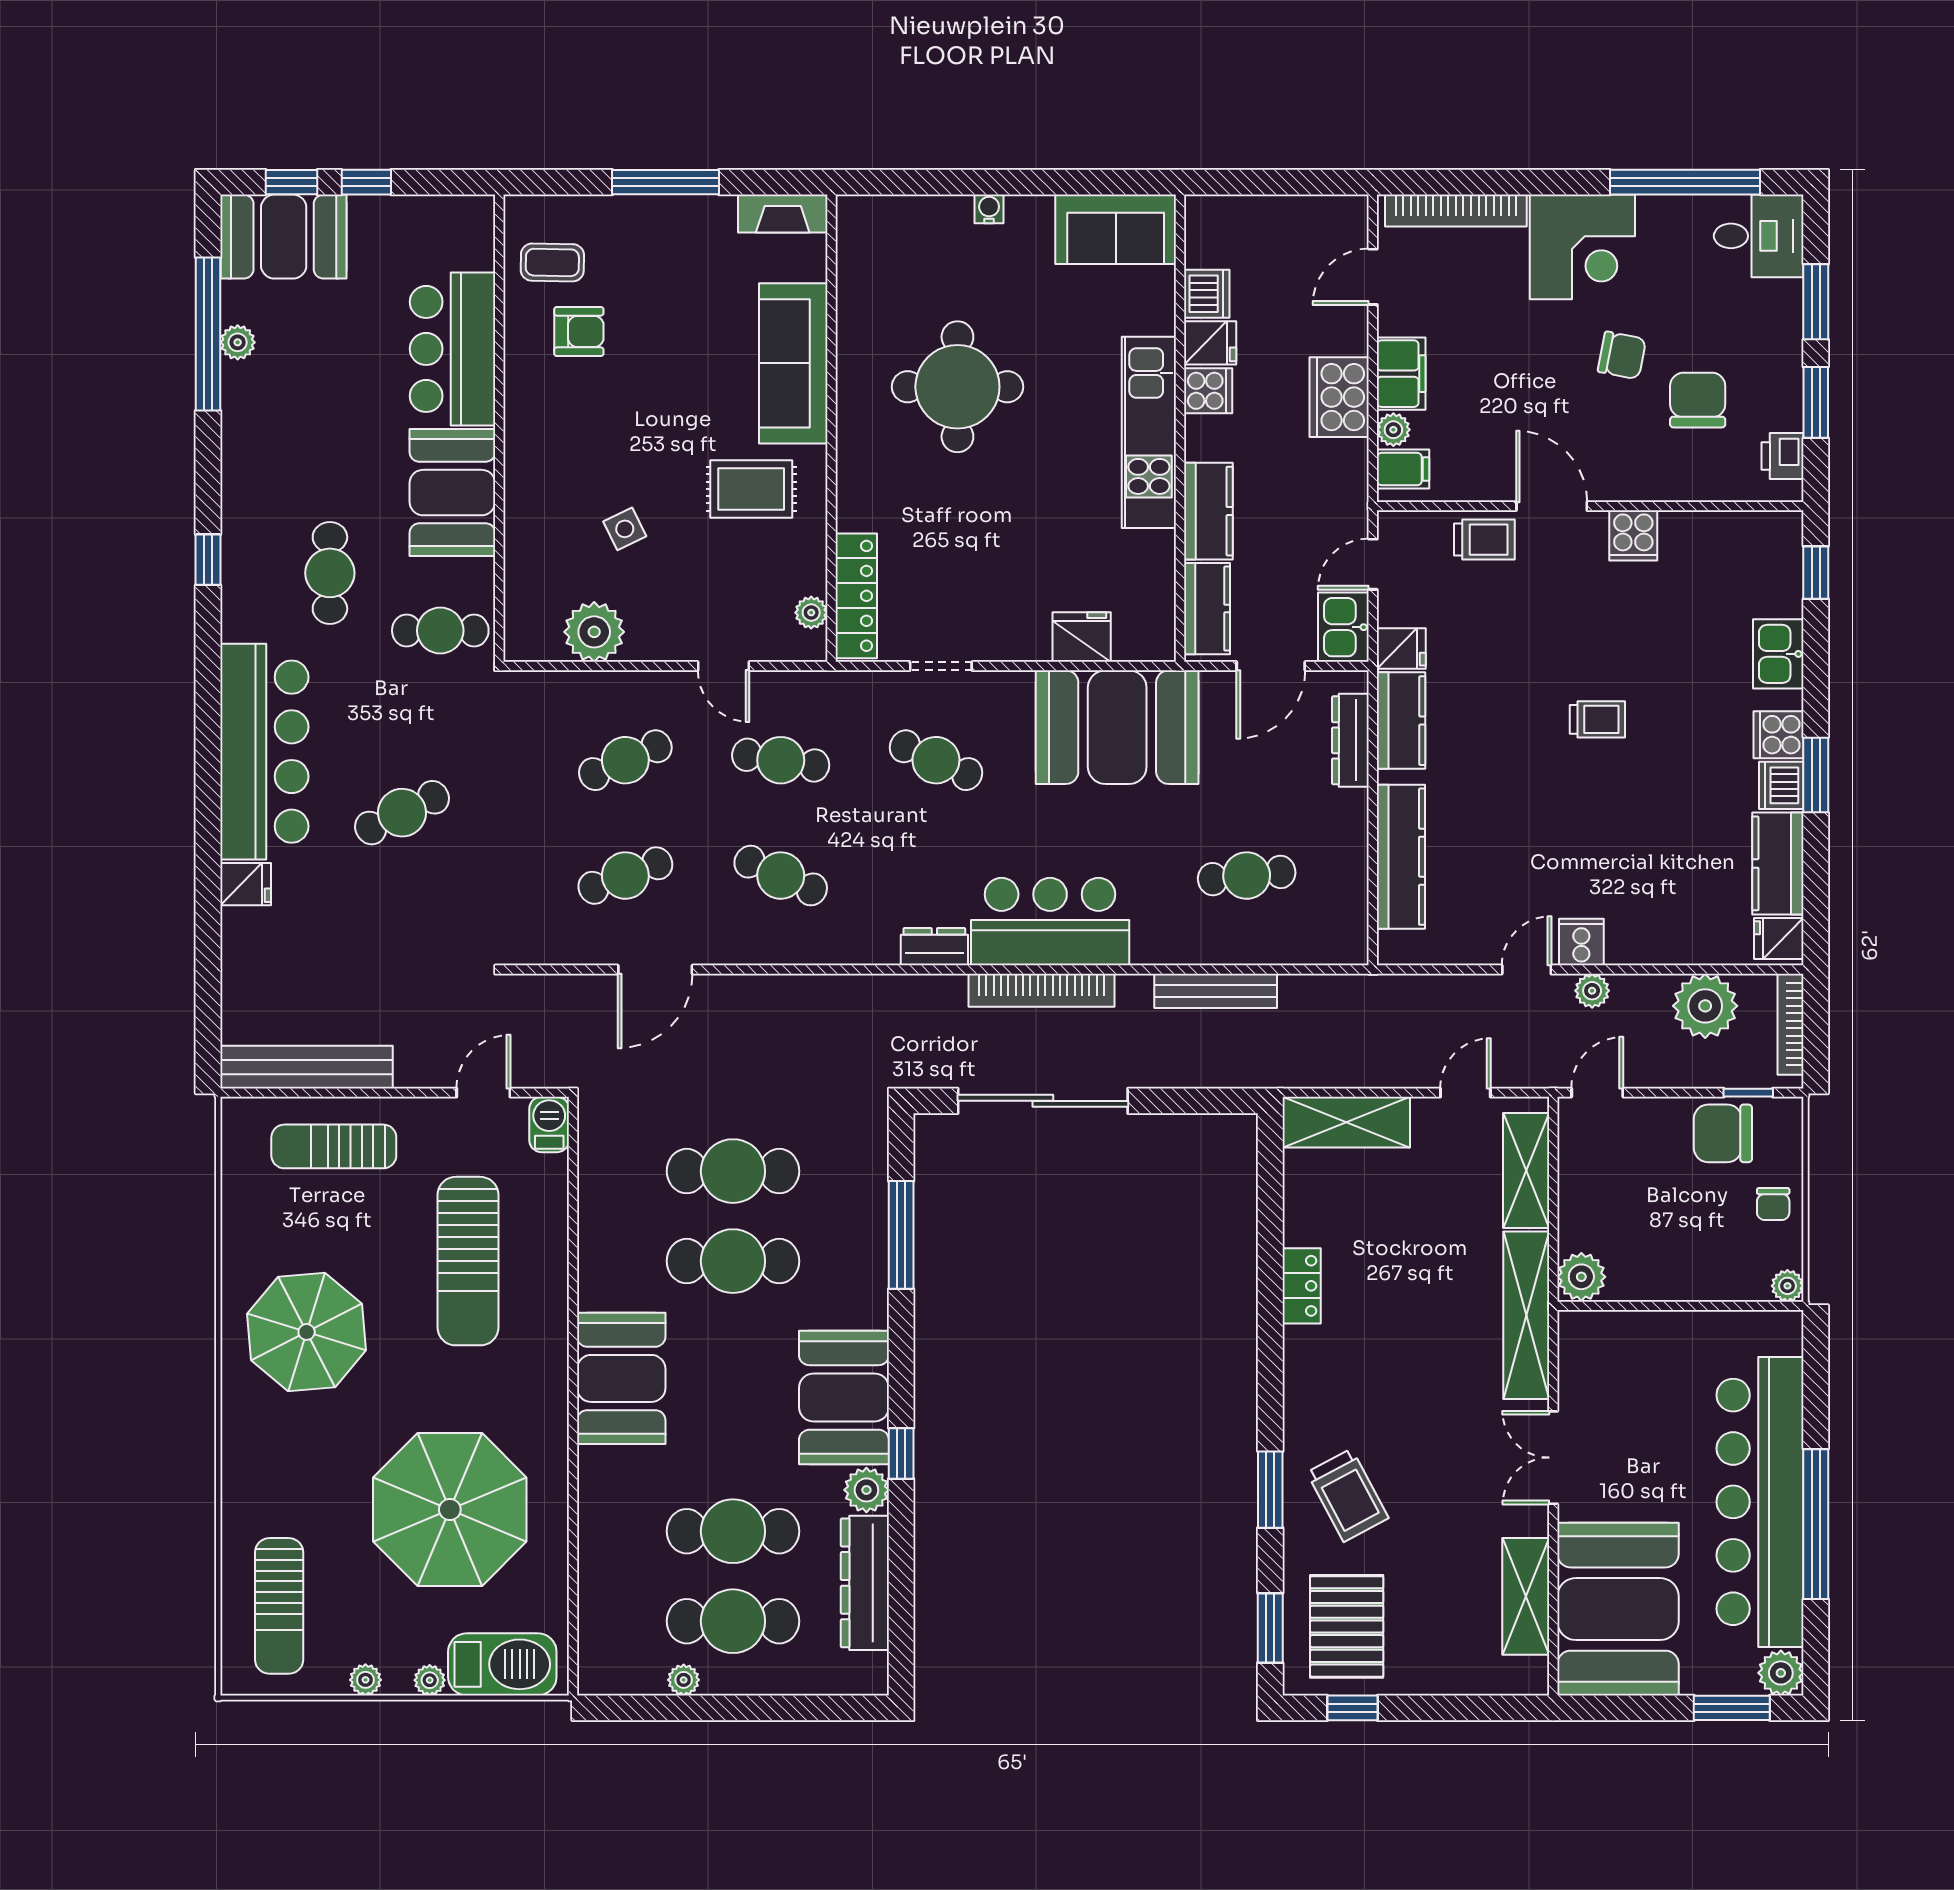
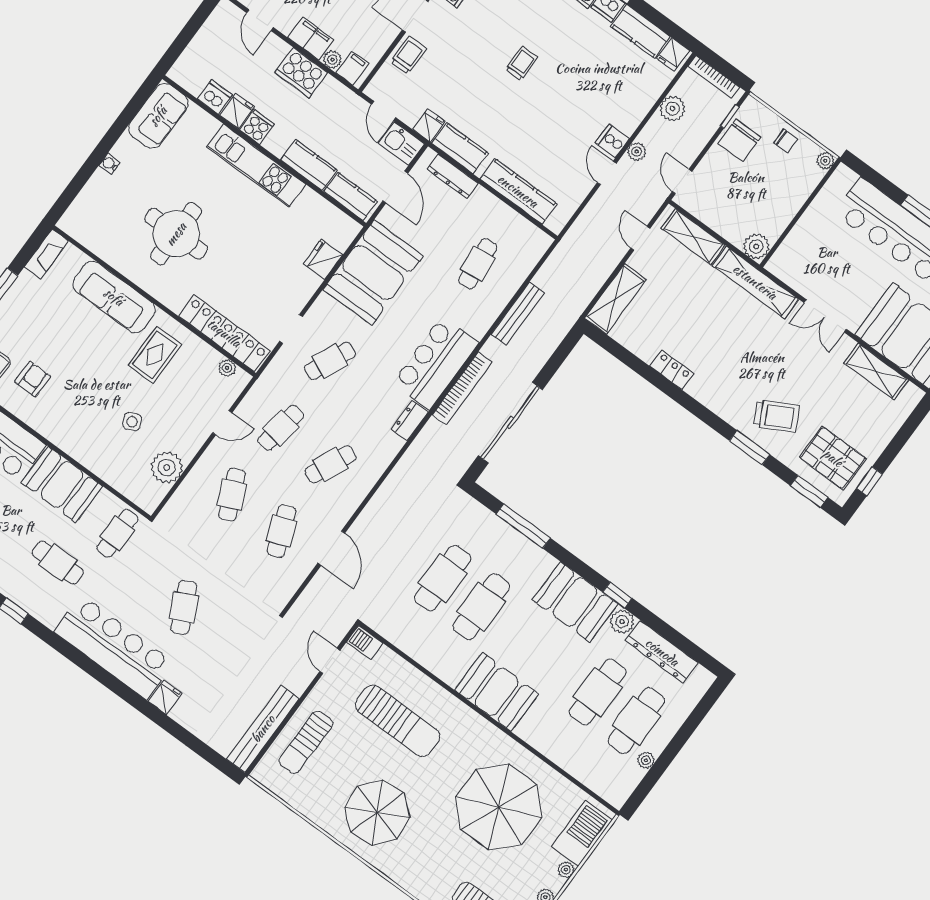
locker: (856, 596) -> (224, 333), width x1.41, depth x1.21
plant: (1705, 1006) -> (672, 109), width x0.73, depth x0.73

